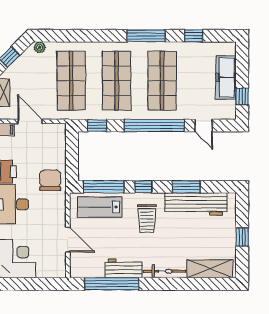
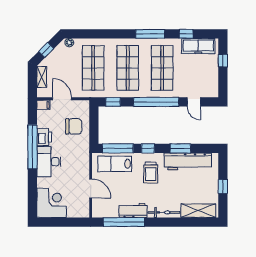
freezer: (226, 77) -> (198, 46), moved, turned -90
window: (242, 96) -> (223, 61), moved
chair: (50, 180) -> (74, 126), moved, turned 90

